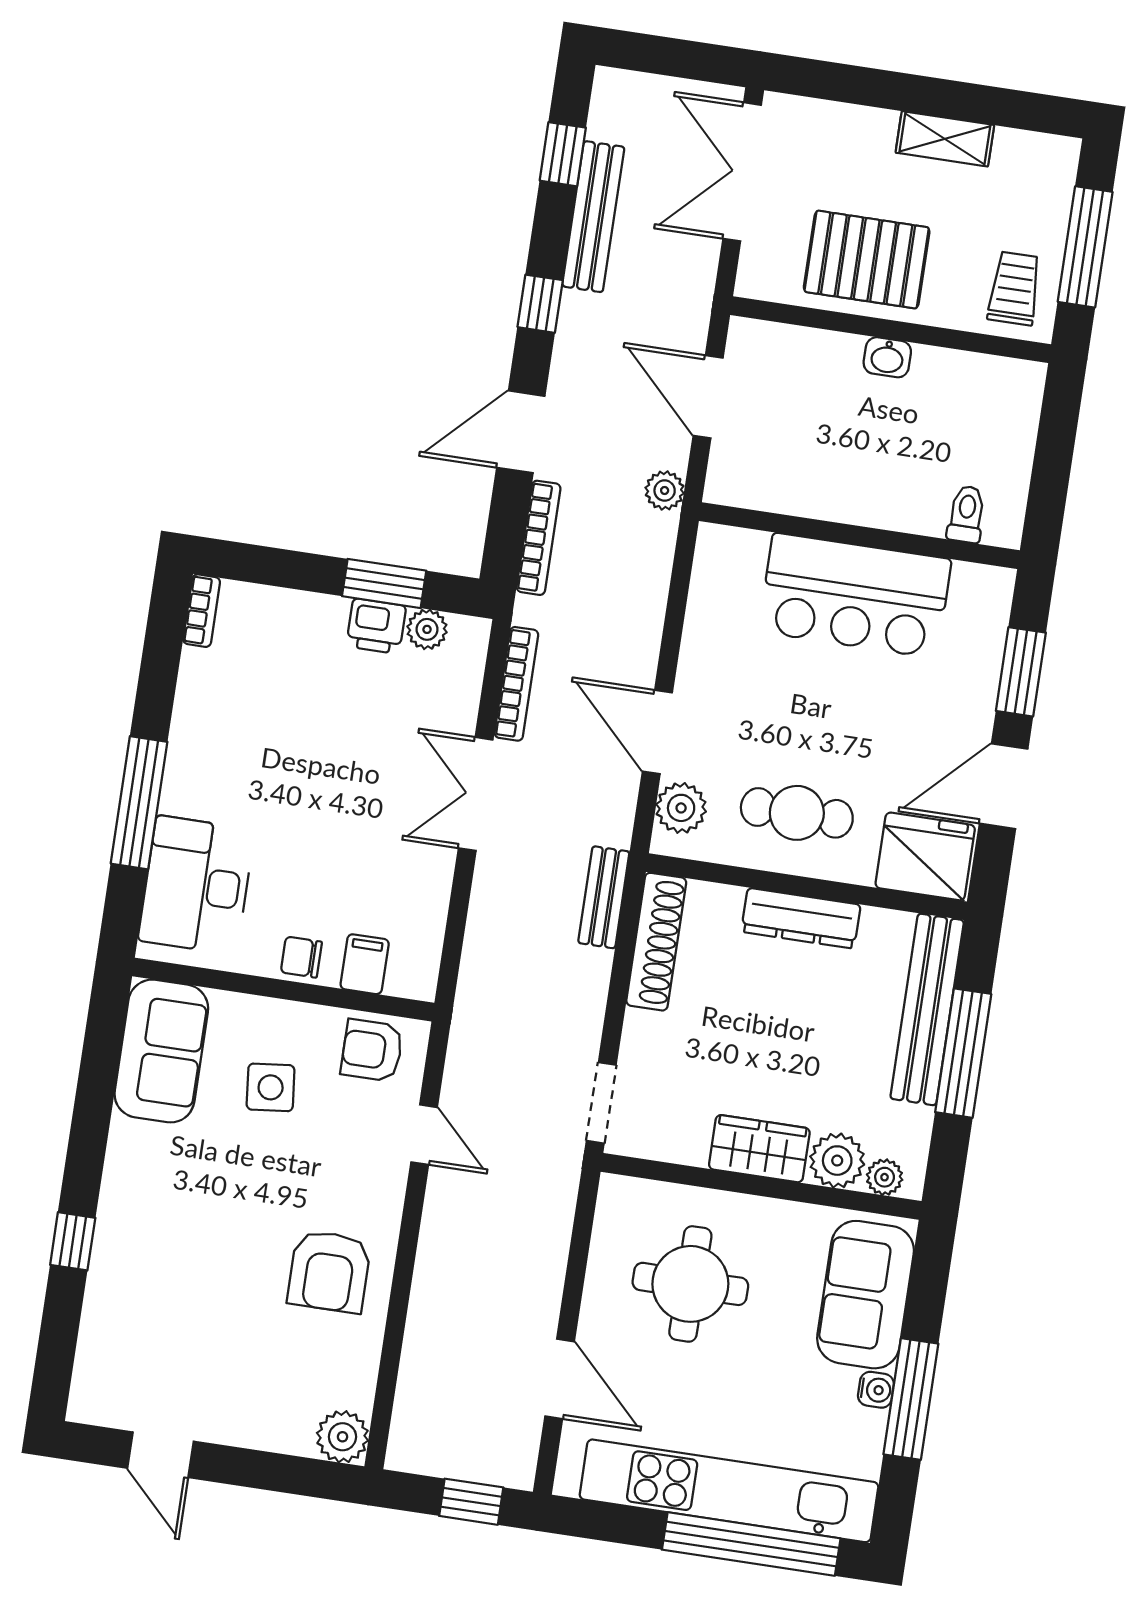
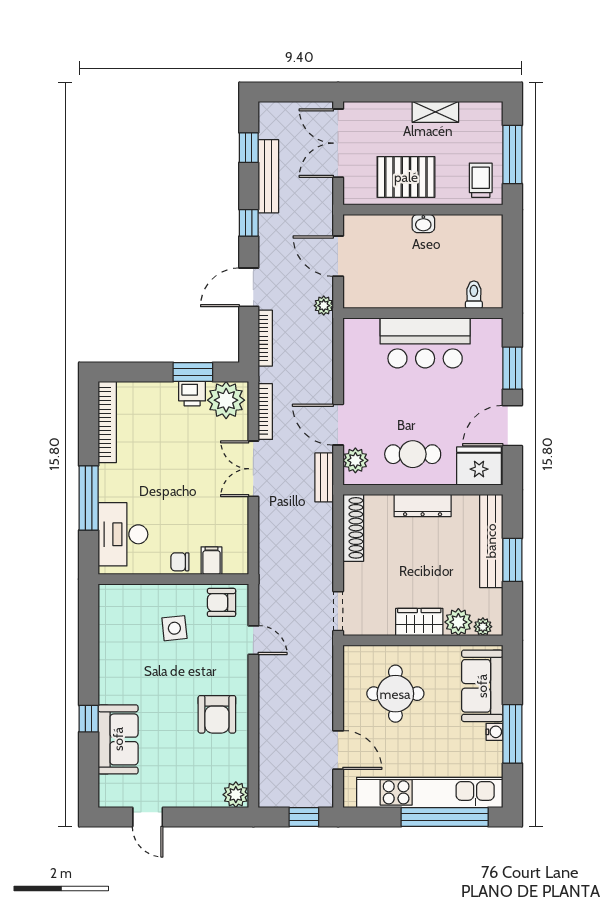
bookcase: (202, 611) -> (107, 422), width x2.31, depth x1.31
plant: (427, 629) -> (226, 400), width x1.87, depth x1.87
bench: (604, 897) -> (324, 477), moved
sofa: (161, 1051) -> (118, 739), moved
window: (963, 1053) -> (512, 560), width x0.69

